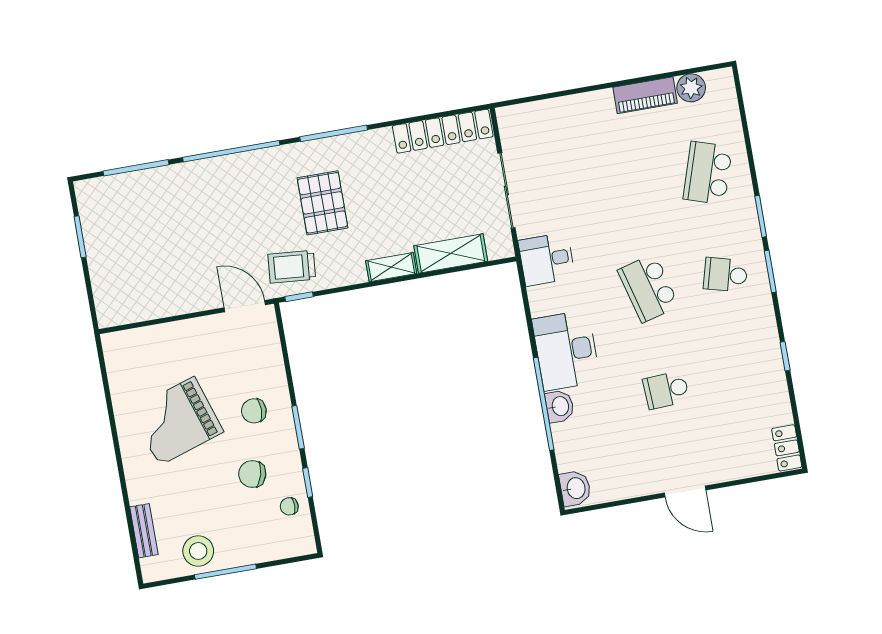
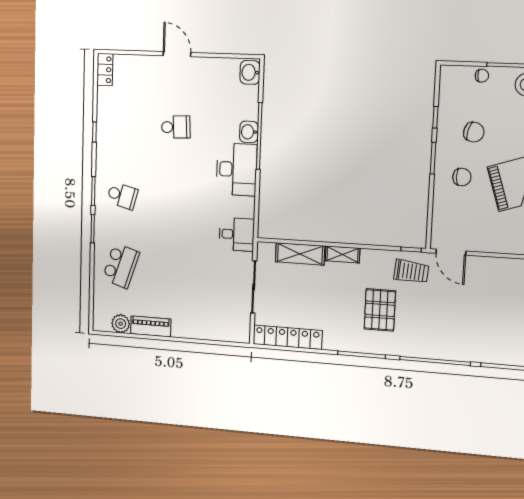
school desk: (648, 288) -> (174, 199), removed
chair: (289, 506) -> (482, 76), moved

